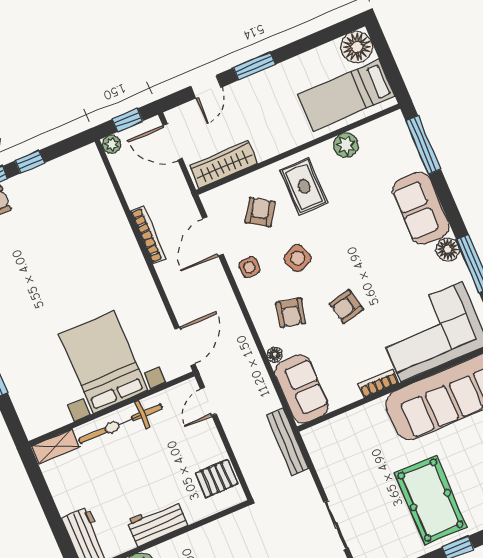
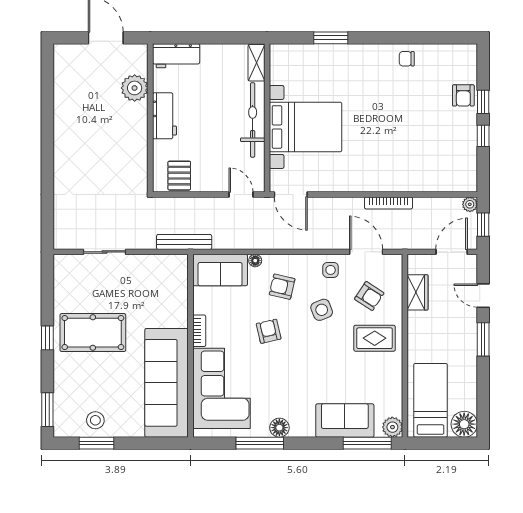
plant: (346, 145) -> (392, 427), moved
wardrobe: (223, 165) -> (418, 292), width x0.67
sofa: (421, 208) -> (345, 421), moved

